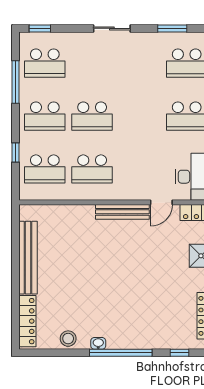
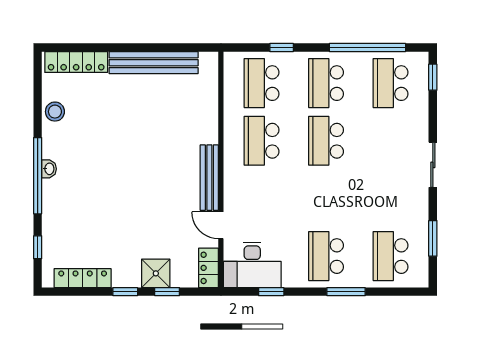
window: (16, 82) -> (367, 48), width x1.46
washbasin: (98, 343) -> (49, 169), moved

